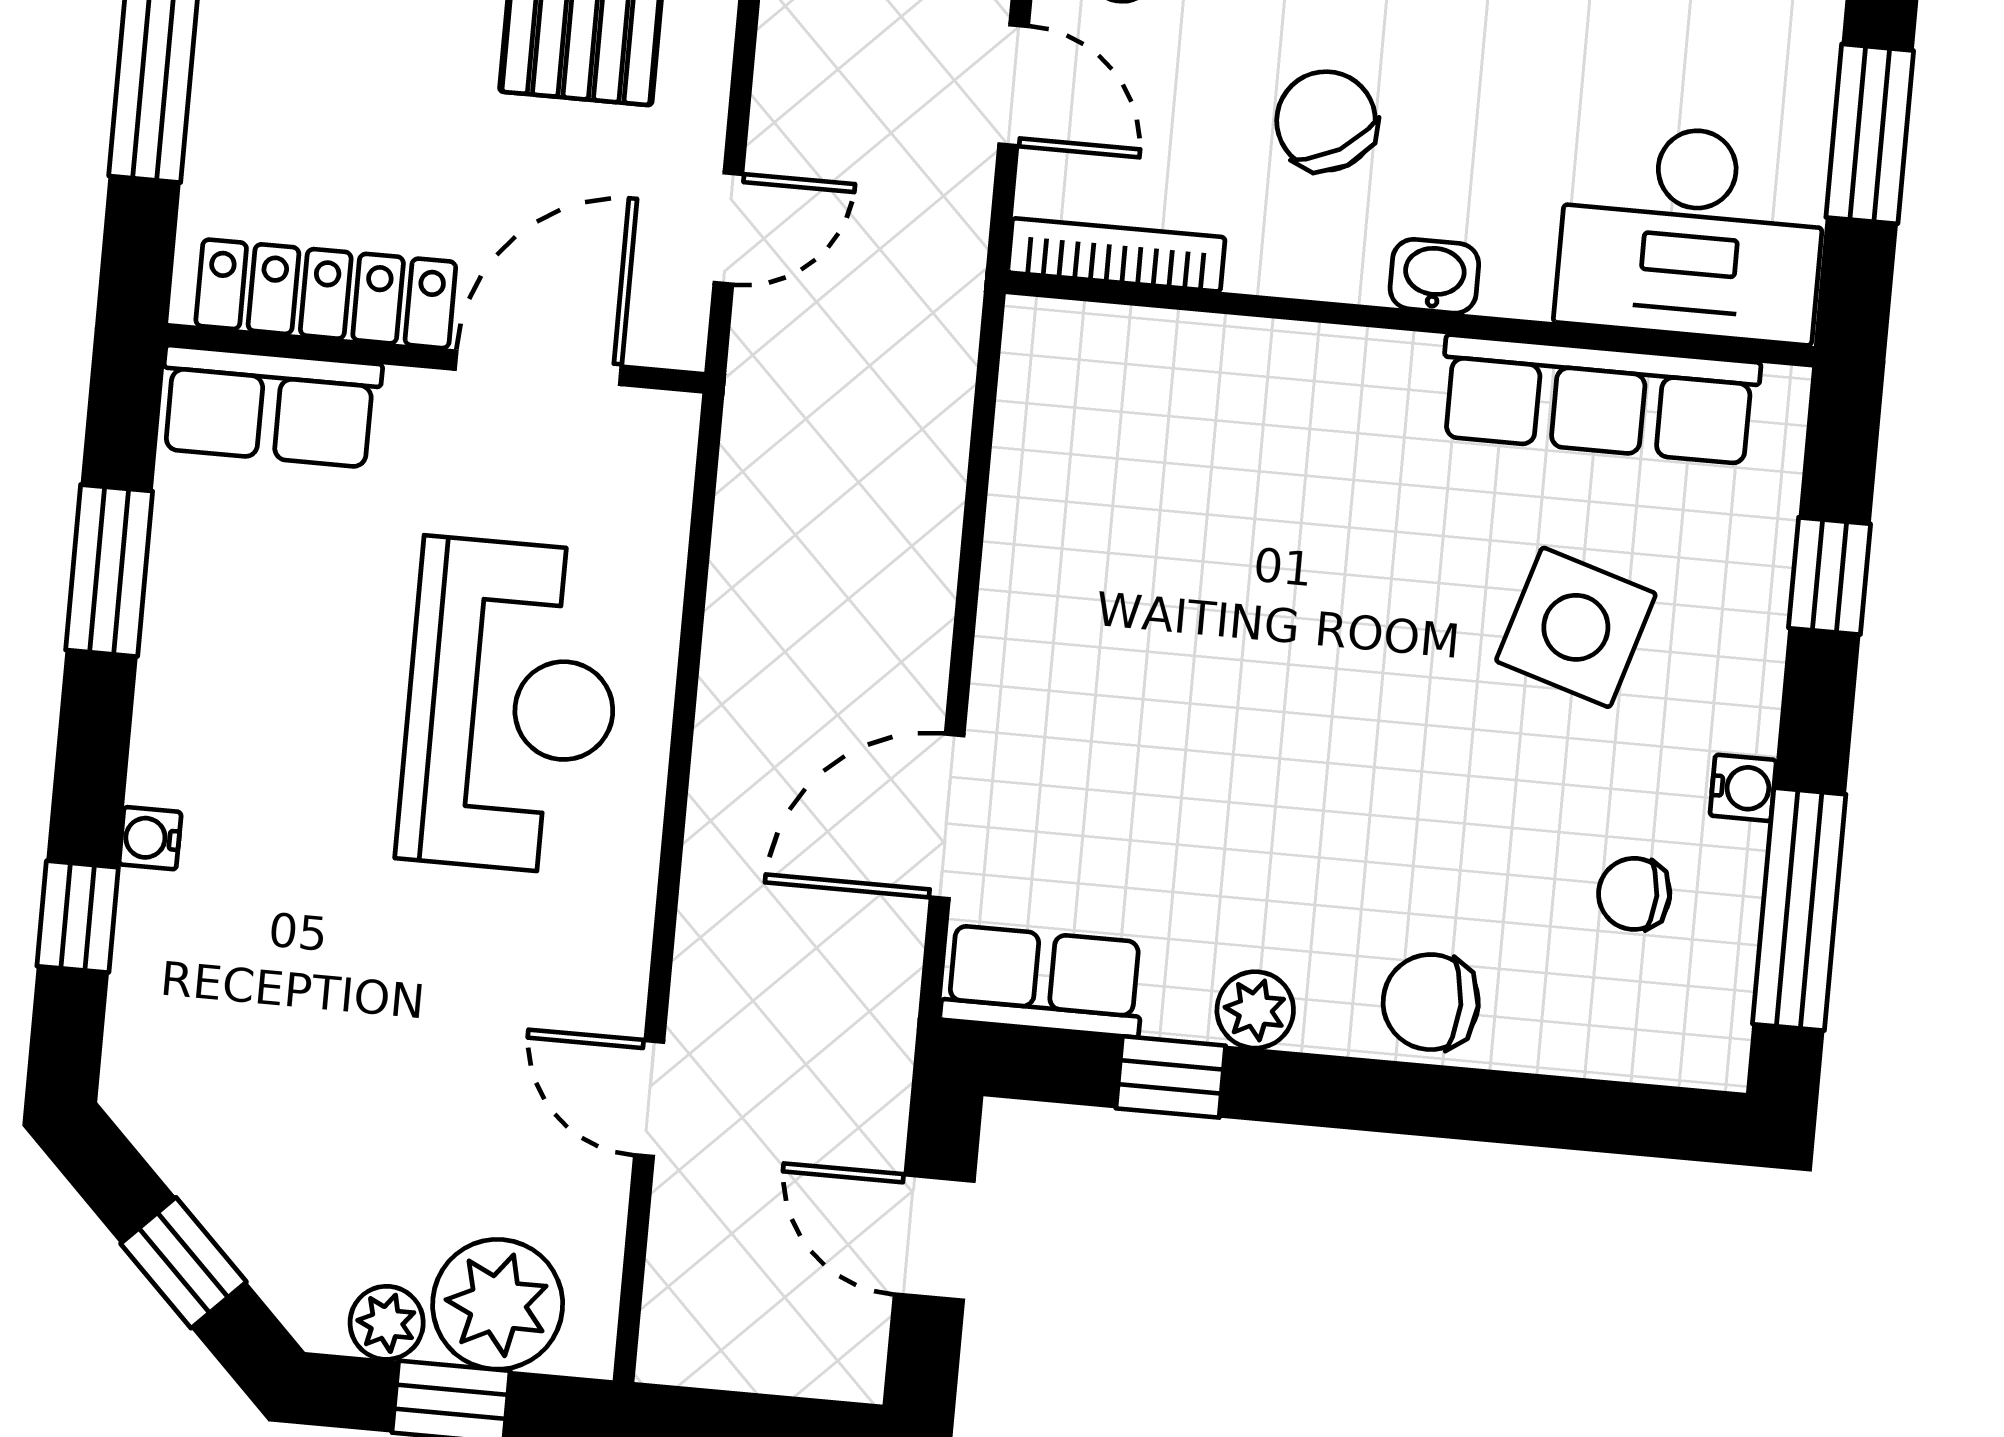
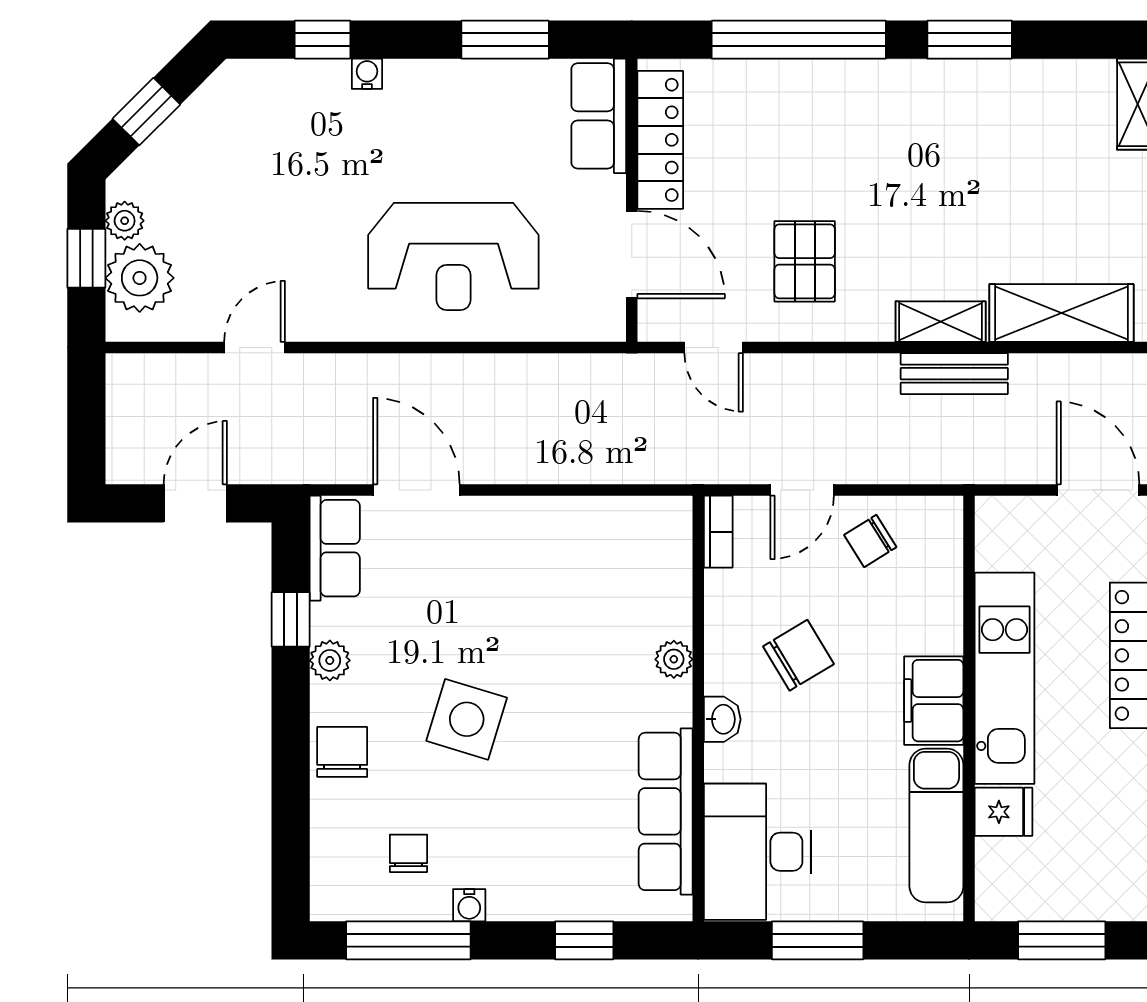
bookcase: (1116, 255) -> (718, 532), width x0.64
plant: (1312, 358) -> (674, 659), added
side table: (1576, 627) -> (467, 719), moved

